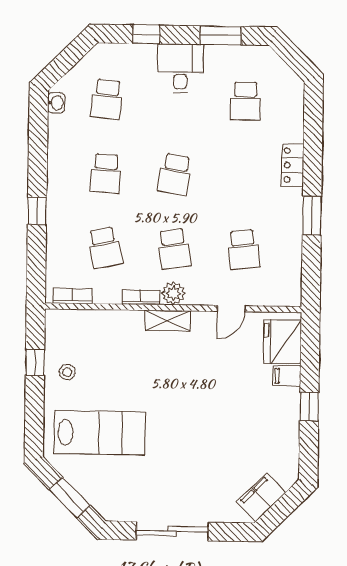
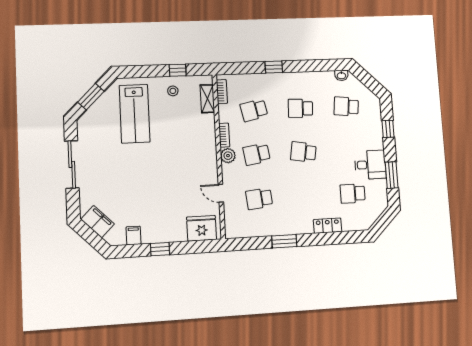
desk: (180, 68) -> (370, 165), moved
locker: (293, 165) -> (327, 226), moved
shelving: (167, 321) -> (207, 99), moved
filing cabinet: (287, 376) -> (134, 236), moved

